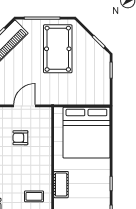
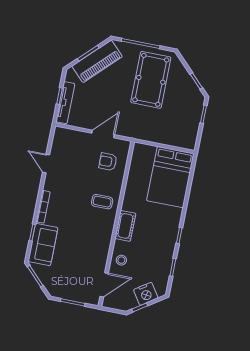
bed: (86, 133) -> (170, 177), width x0.73
armchair: (20, 138) -> (108, 162), moved
coffee table: (34, 196) -> (102, 202), moved

